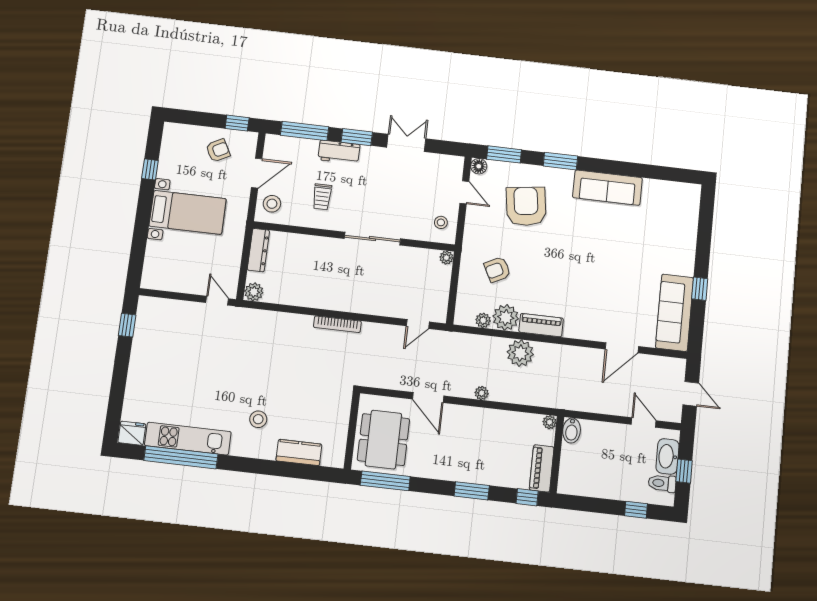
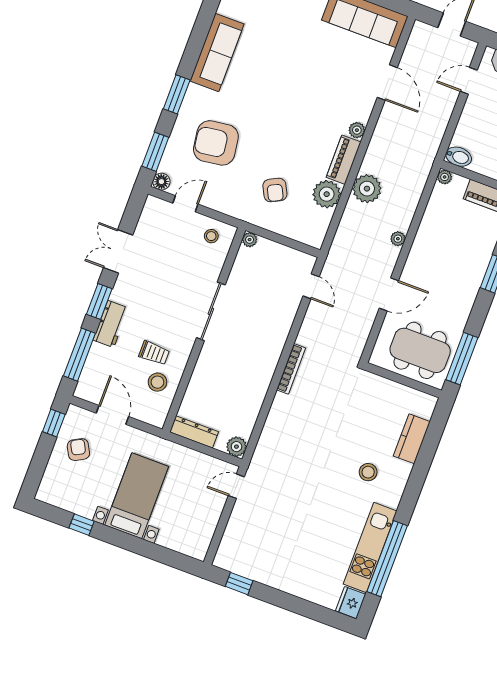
stool: (272, 204) -> (157, 382), moved
plant: (483, 320) -> (357, 130), moved

